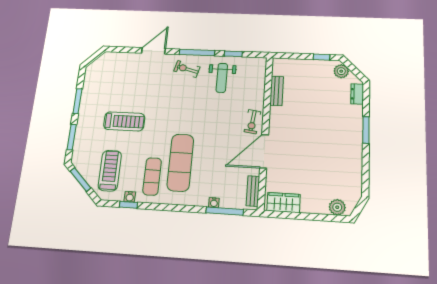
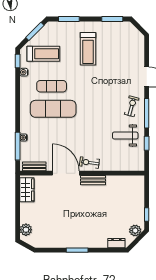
bench: (277, 91) -> (93, 180), moved
window: (77, 101) -> (112, 19), moved
treadmill: (124, 121) -> (88, 49), moved
window: (366, 130) -> (77, 250), moved
exercise mat: (152, 176) -> (52, 86), moved
window: (128, 205) -> (18, 61), moved

